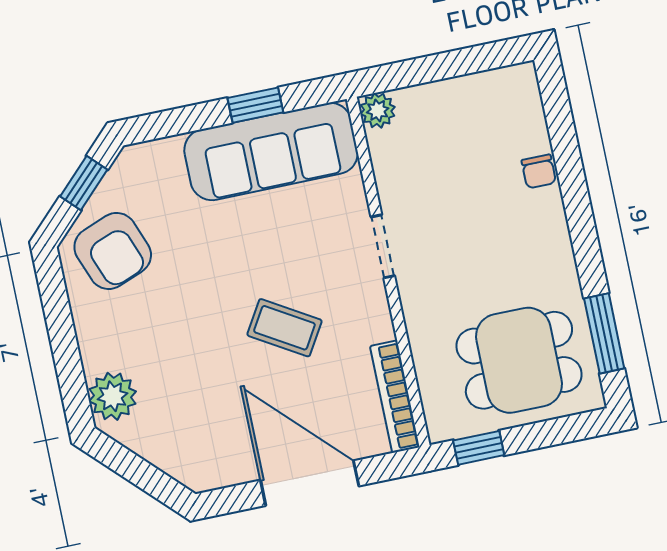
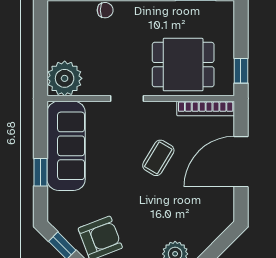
window: (255, 105) -> (41, 172), moved
plant: (378, 110) -> (65, 78), width x1.87, depth x1.87
dining table: (519, 360) -> (183, 65), moved, turned 90

